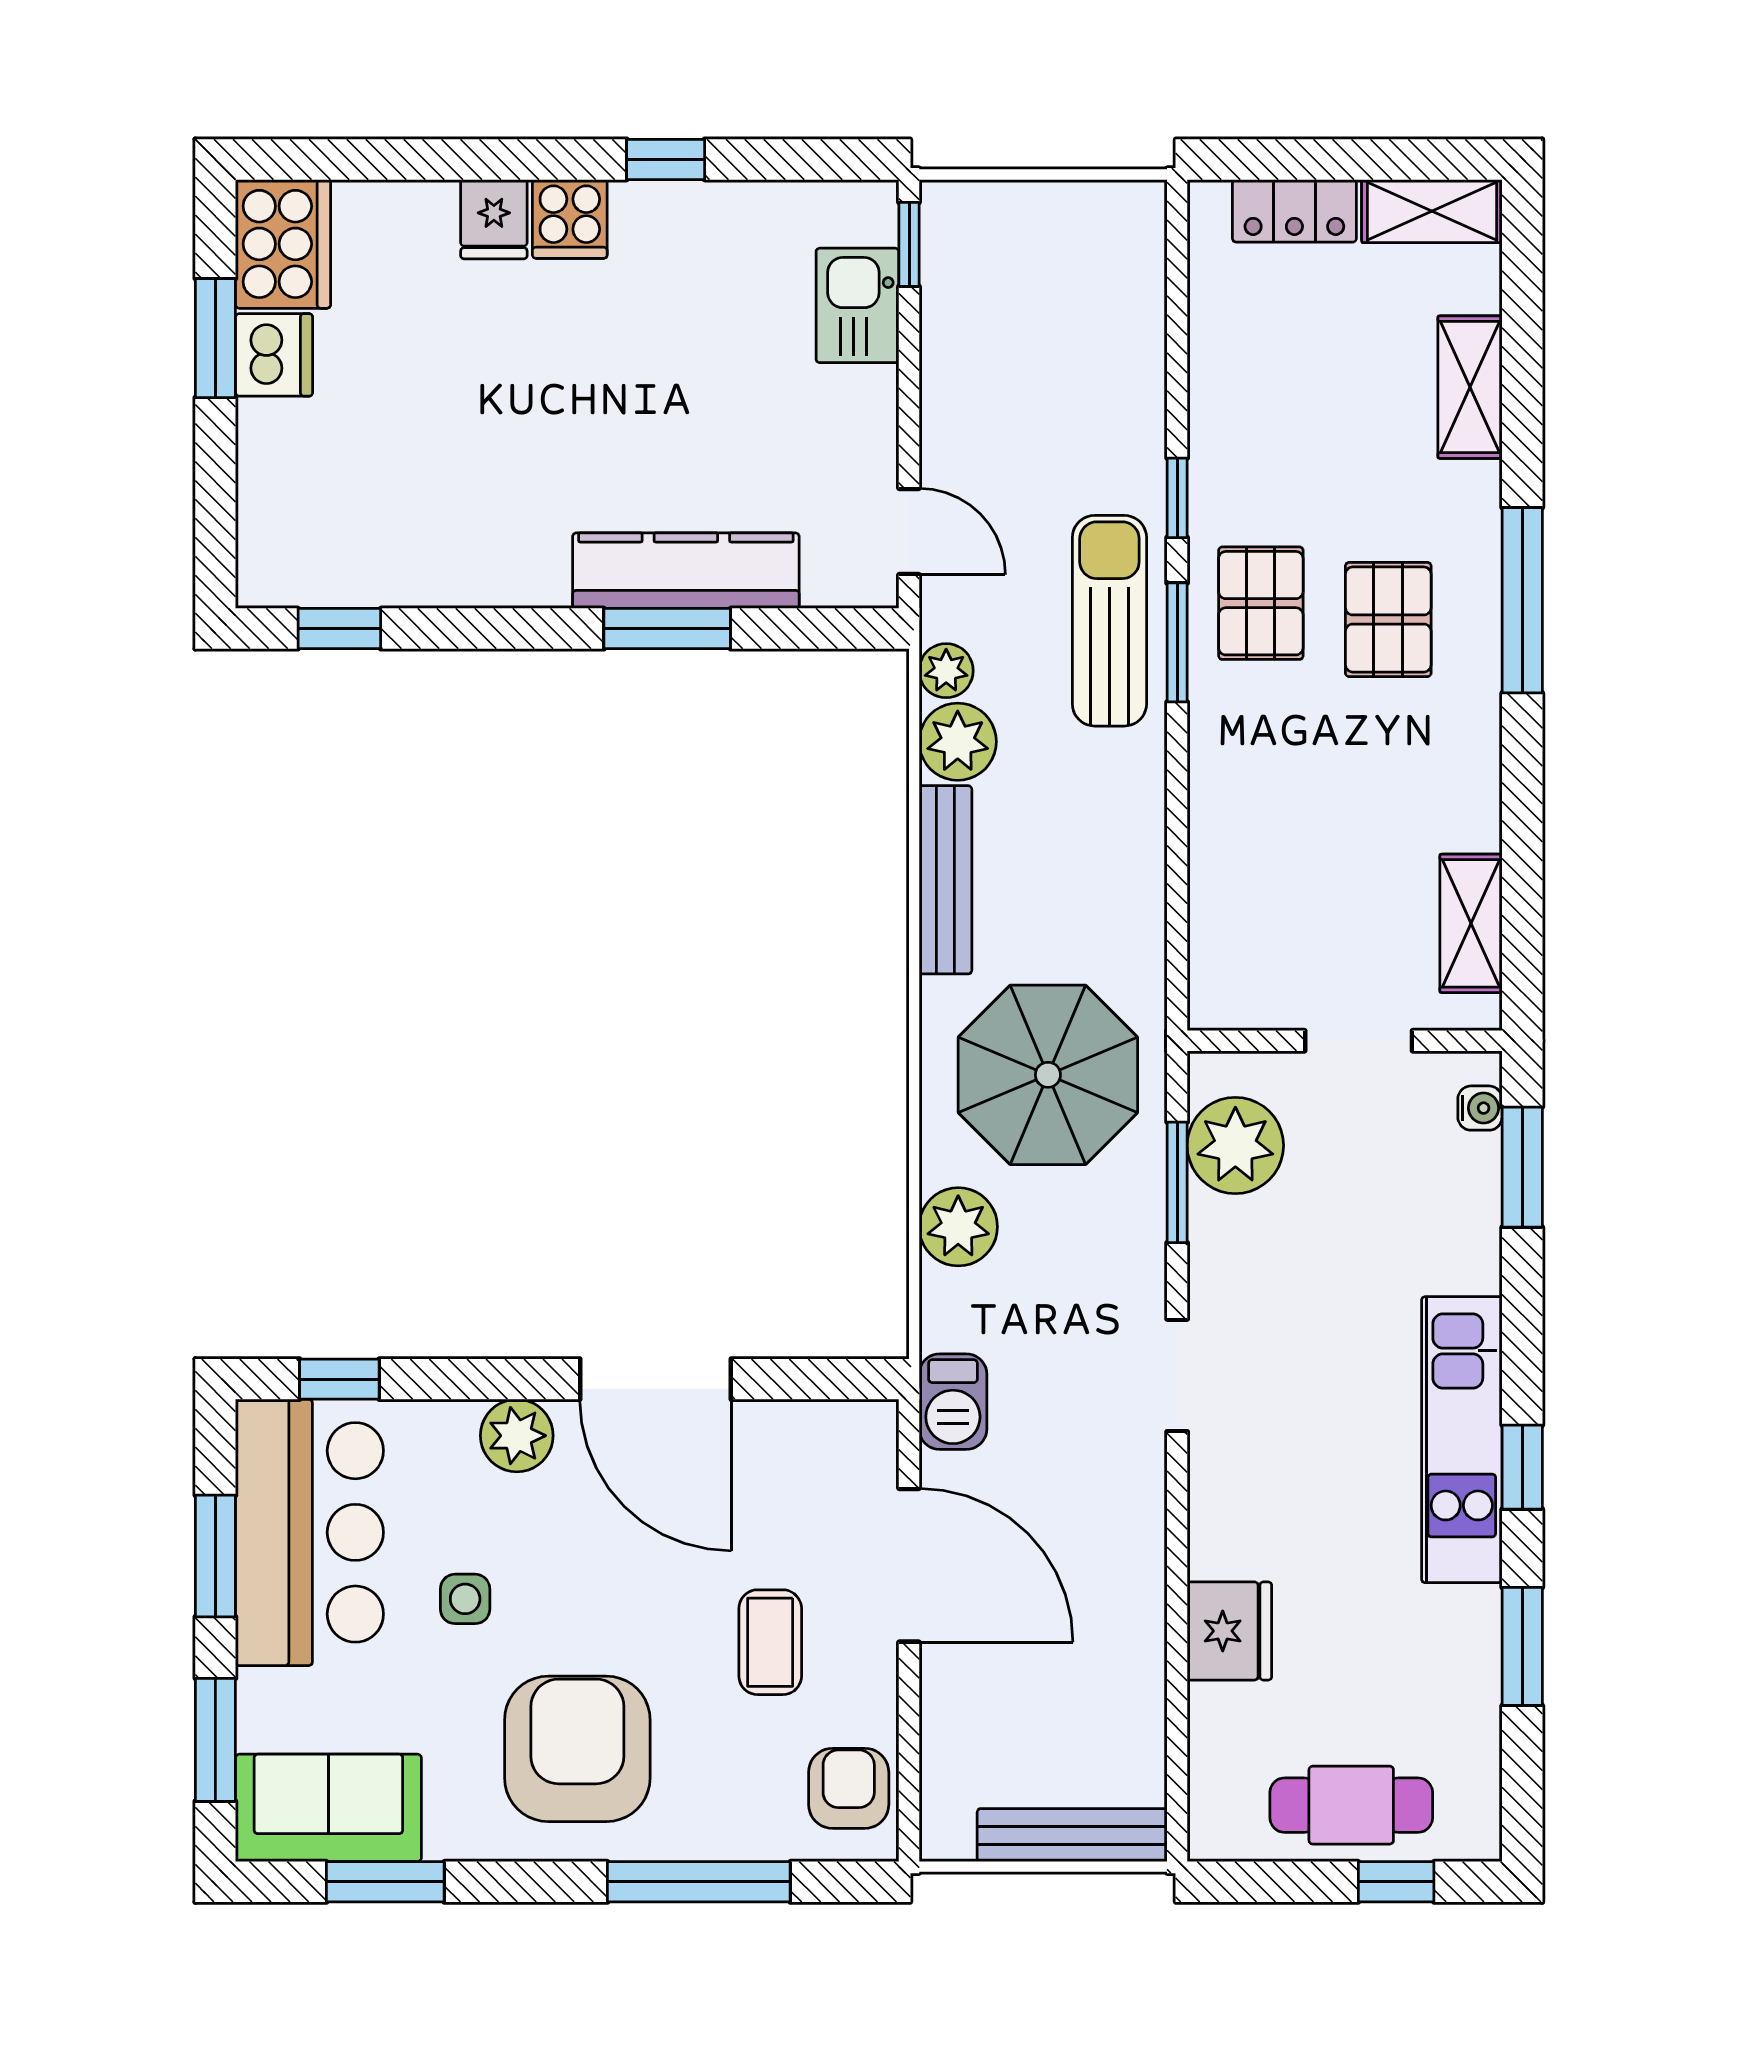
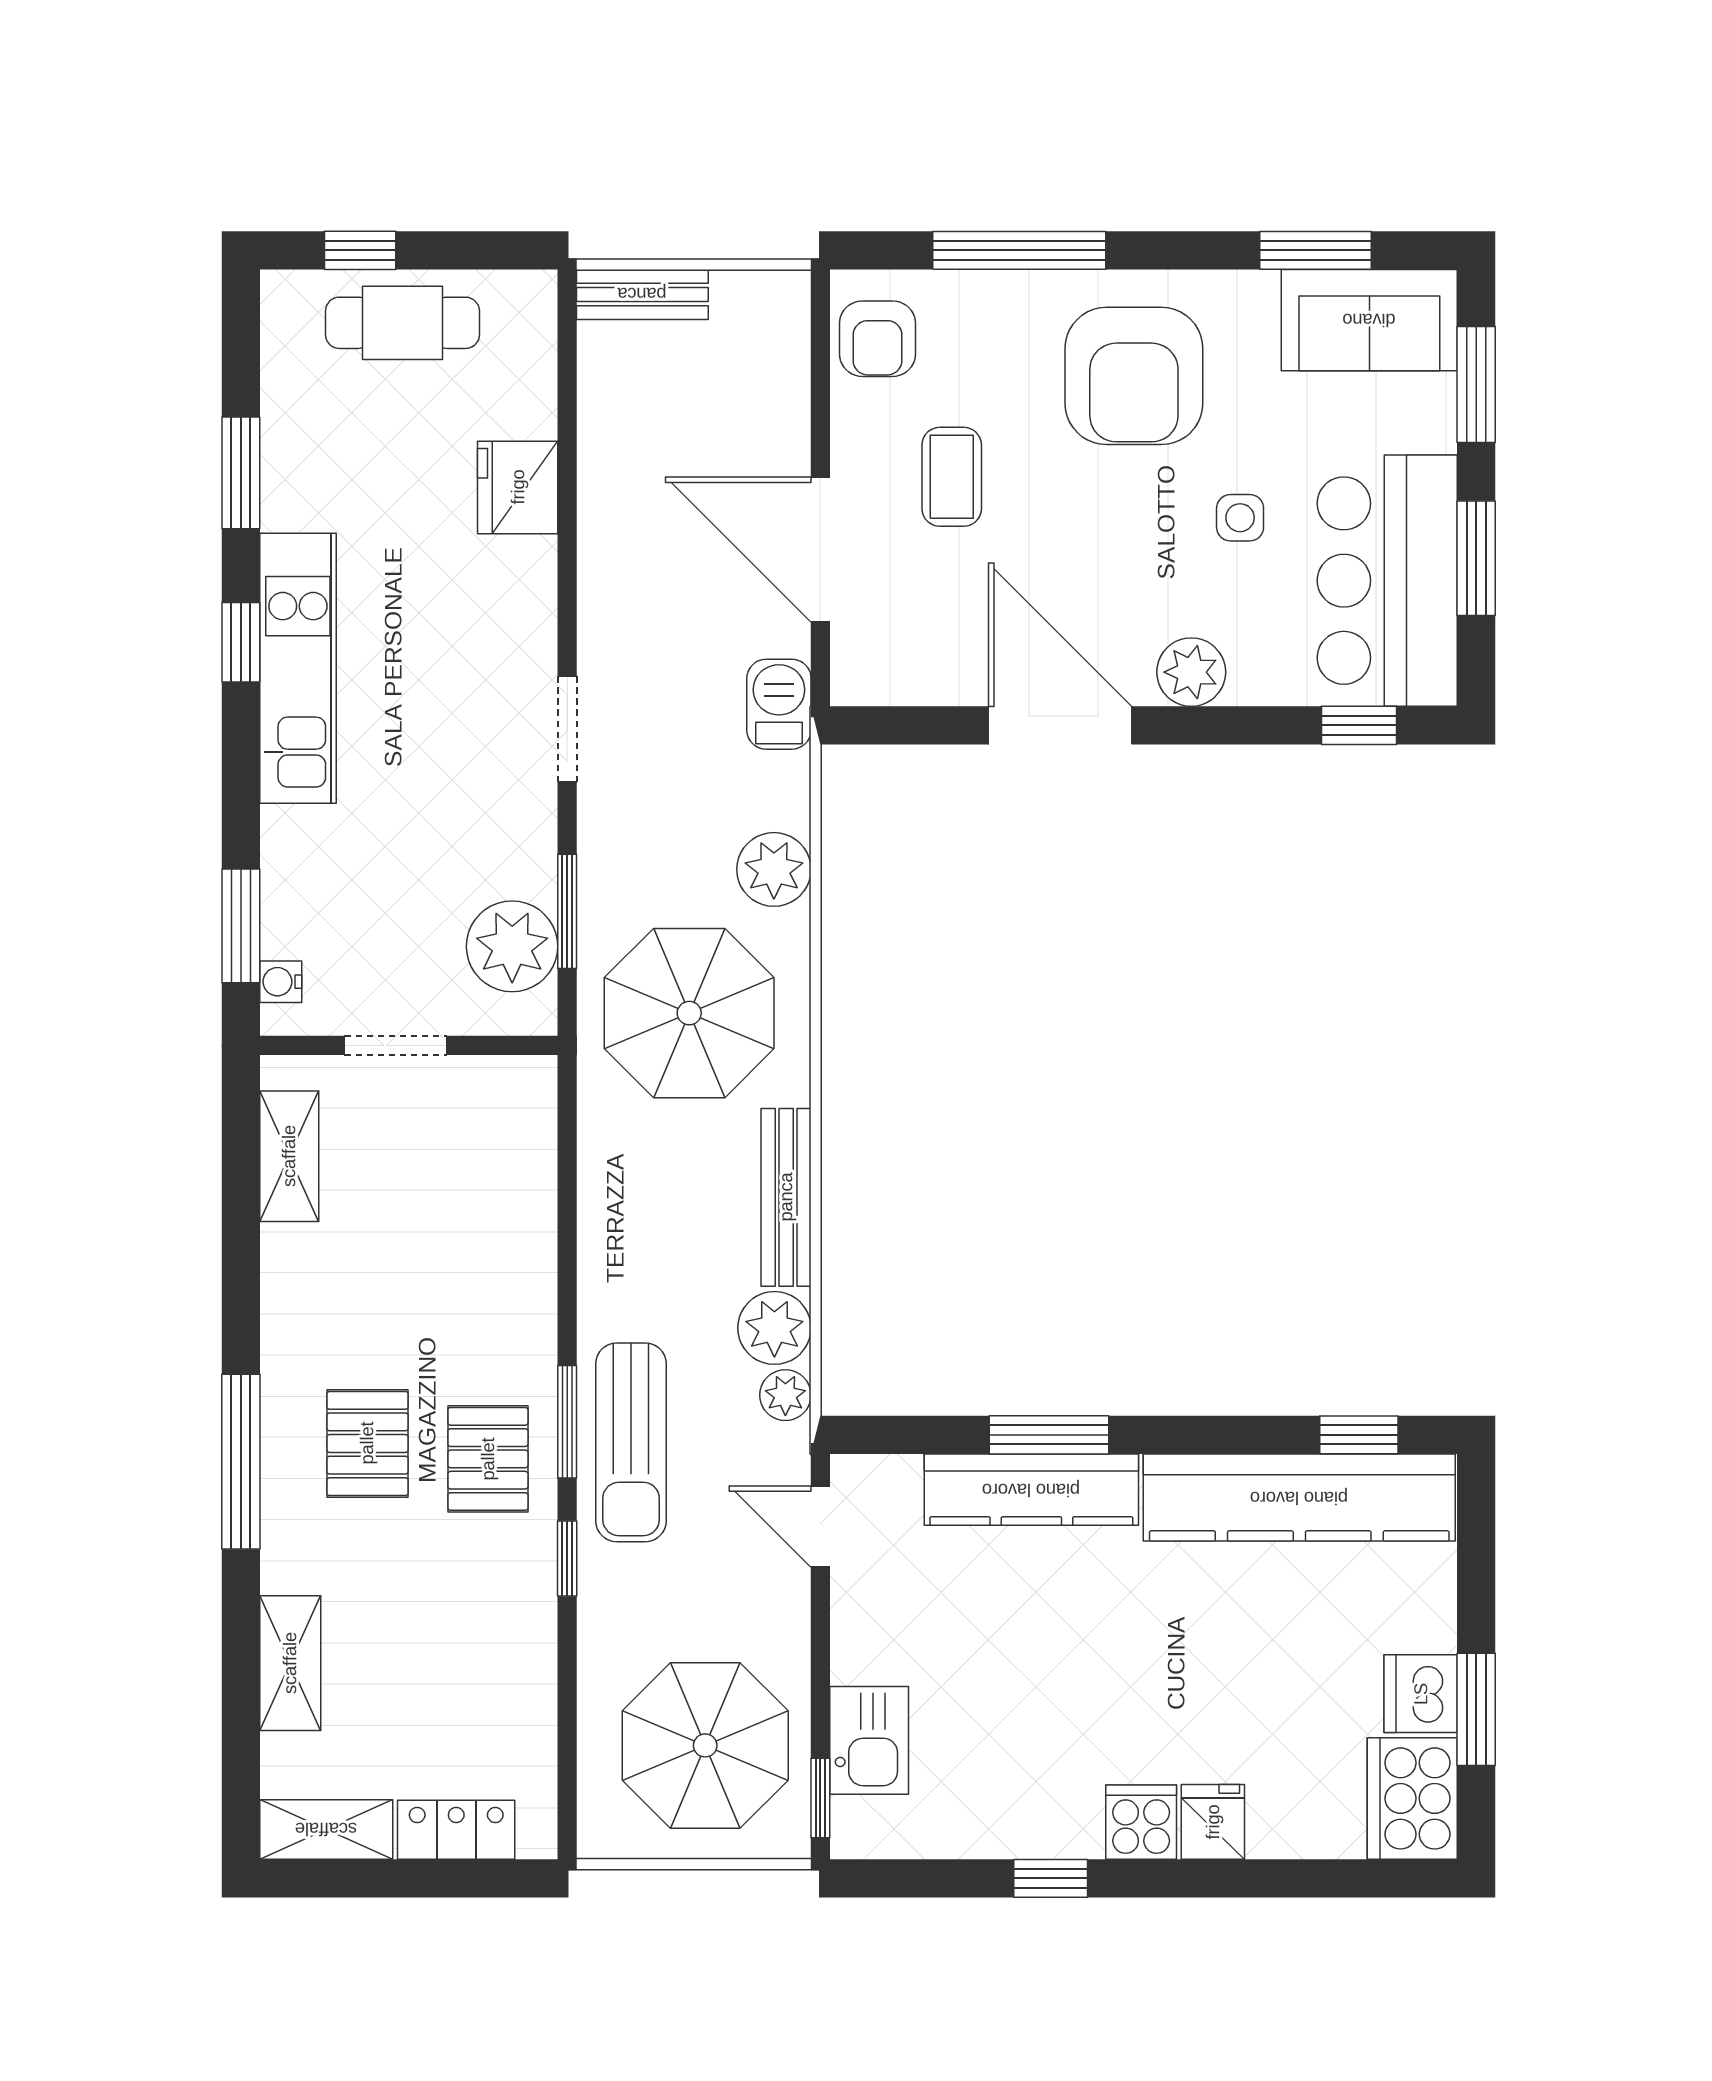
parasol: (1031, 300) -> (705, 1745), added
kitchen counter: (402, 562) -> (1299, 1498), added
bench: (1072, 1835) -> (642, 294), width x0.73

